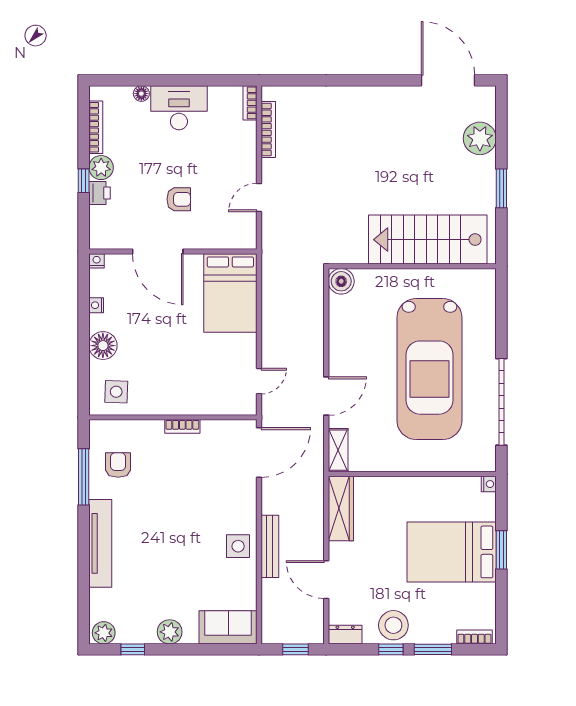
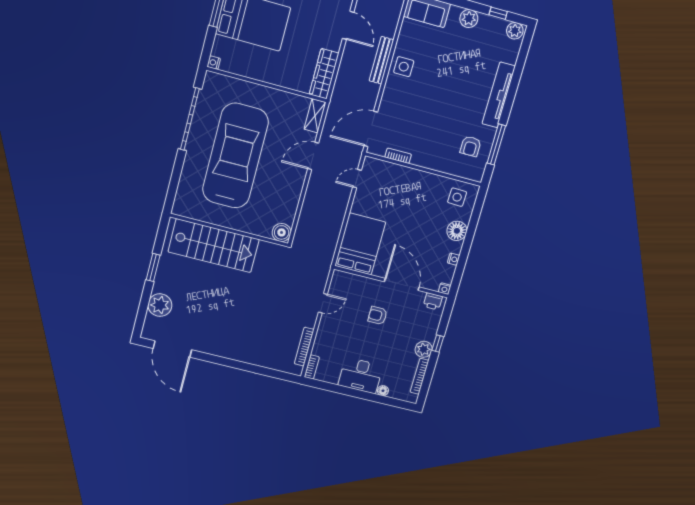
printer: (100, 193) -> (433, 301), moved, turned -90
bookcase: (182, 426) -> (398, 156), moved

